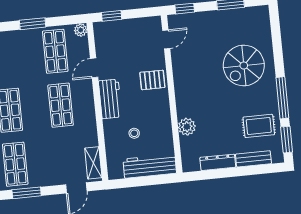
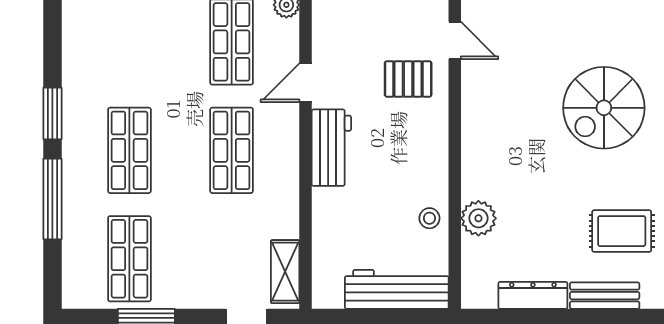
door: (166, 39) -> (455, 40), hinge flipped
pallet: (152, 80) -> (408, 79), moved
stool: (134, 133) -> (429, 218), moved

